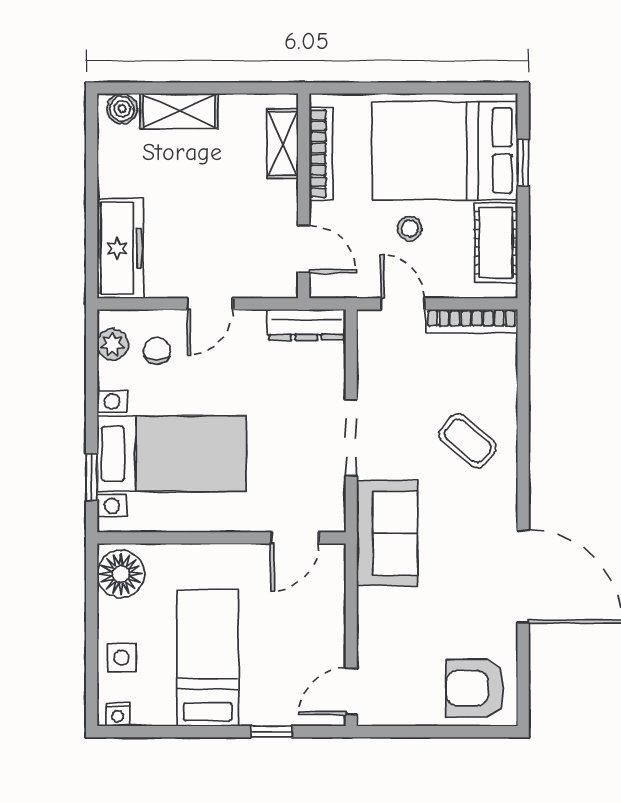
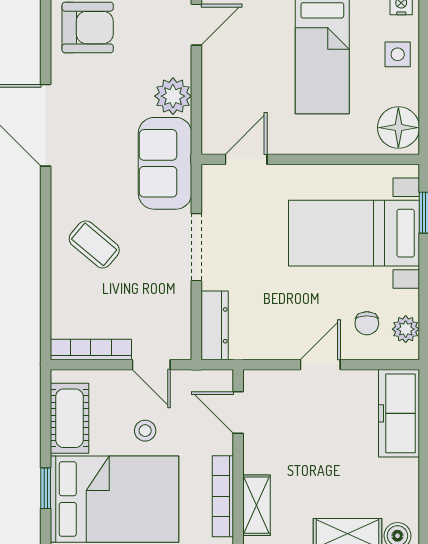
dresser: (306, 325) -> (215, 325), moved, turned 90
plant: (378, 610) -> (173, 96), added

